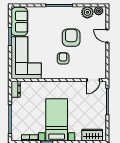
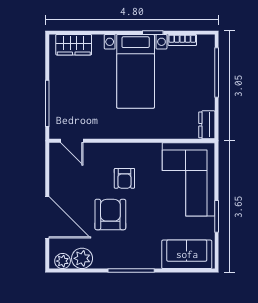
sofa: (19, 22) -> (187, 254), moved, turned 90
door: (107, 36) -> (47, 217), width x1.88
armchair: (71, 38) -> (110, 215), turned 180
door: (93, 80) -> (72, 141), swing flipped

